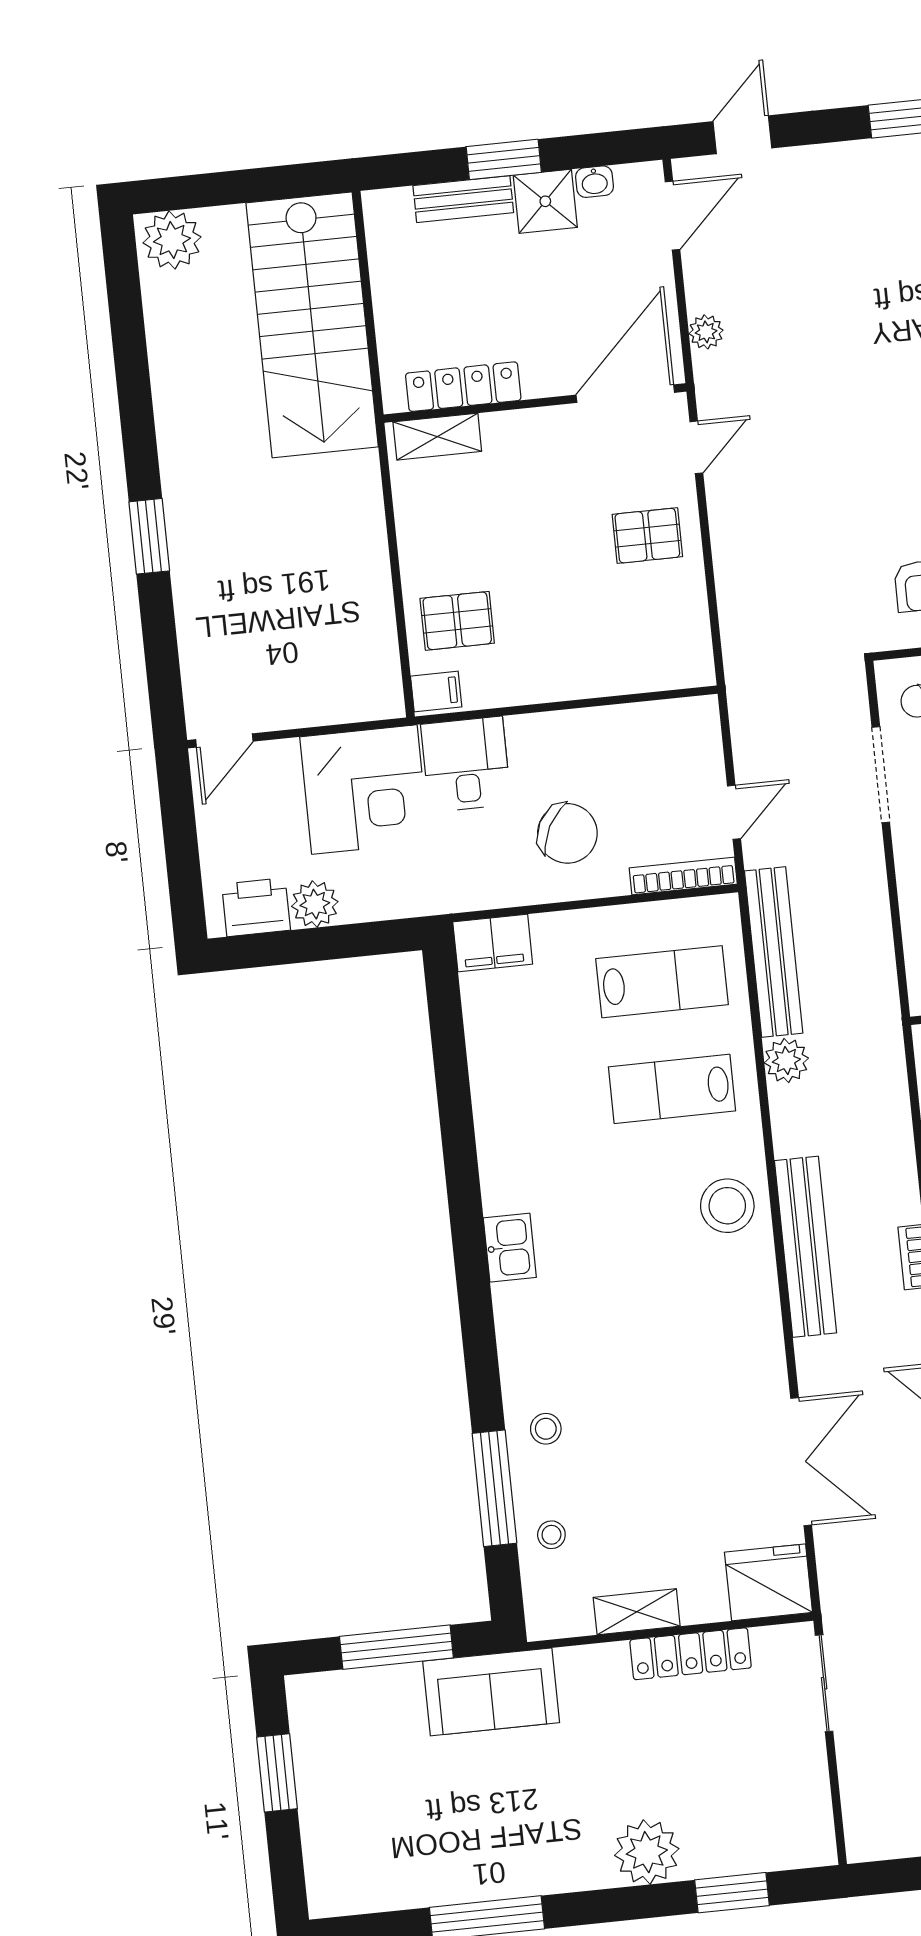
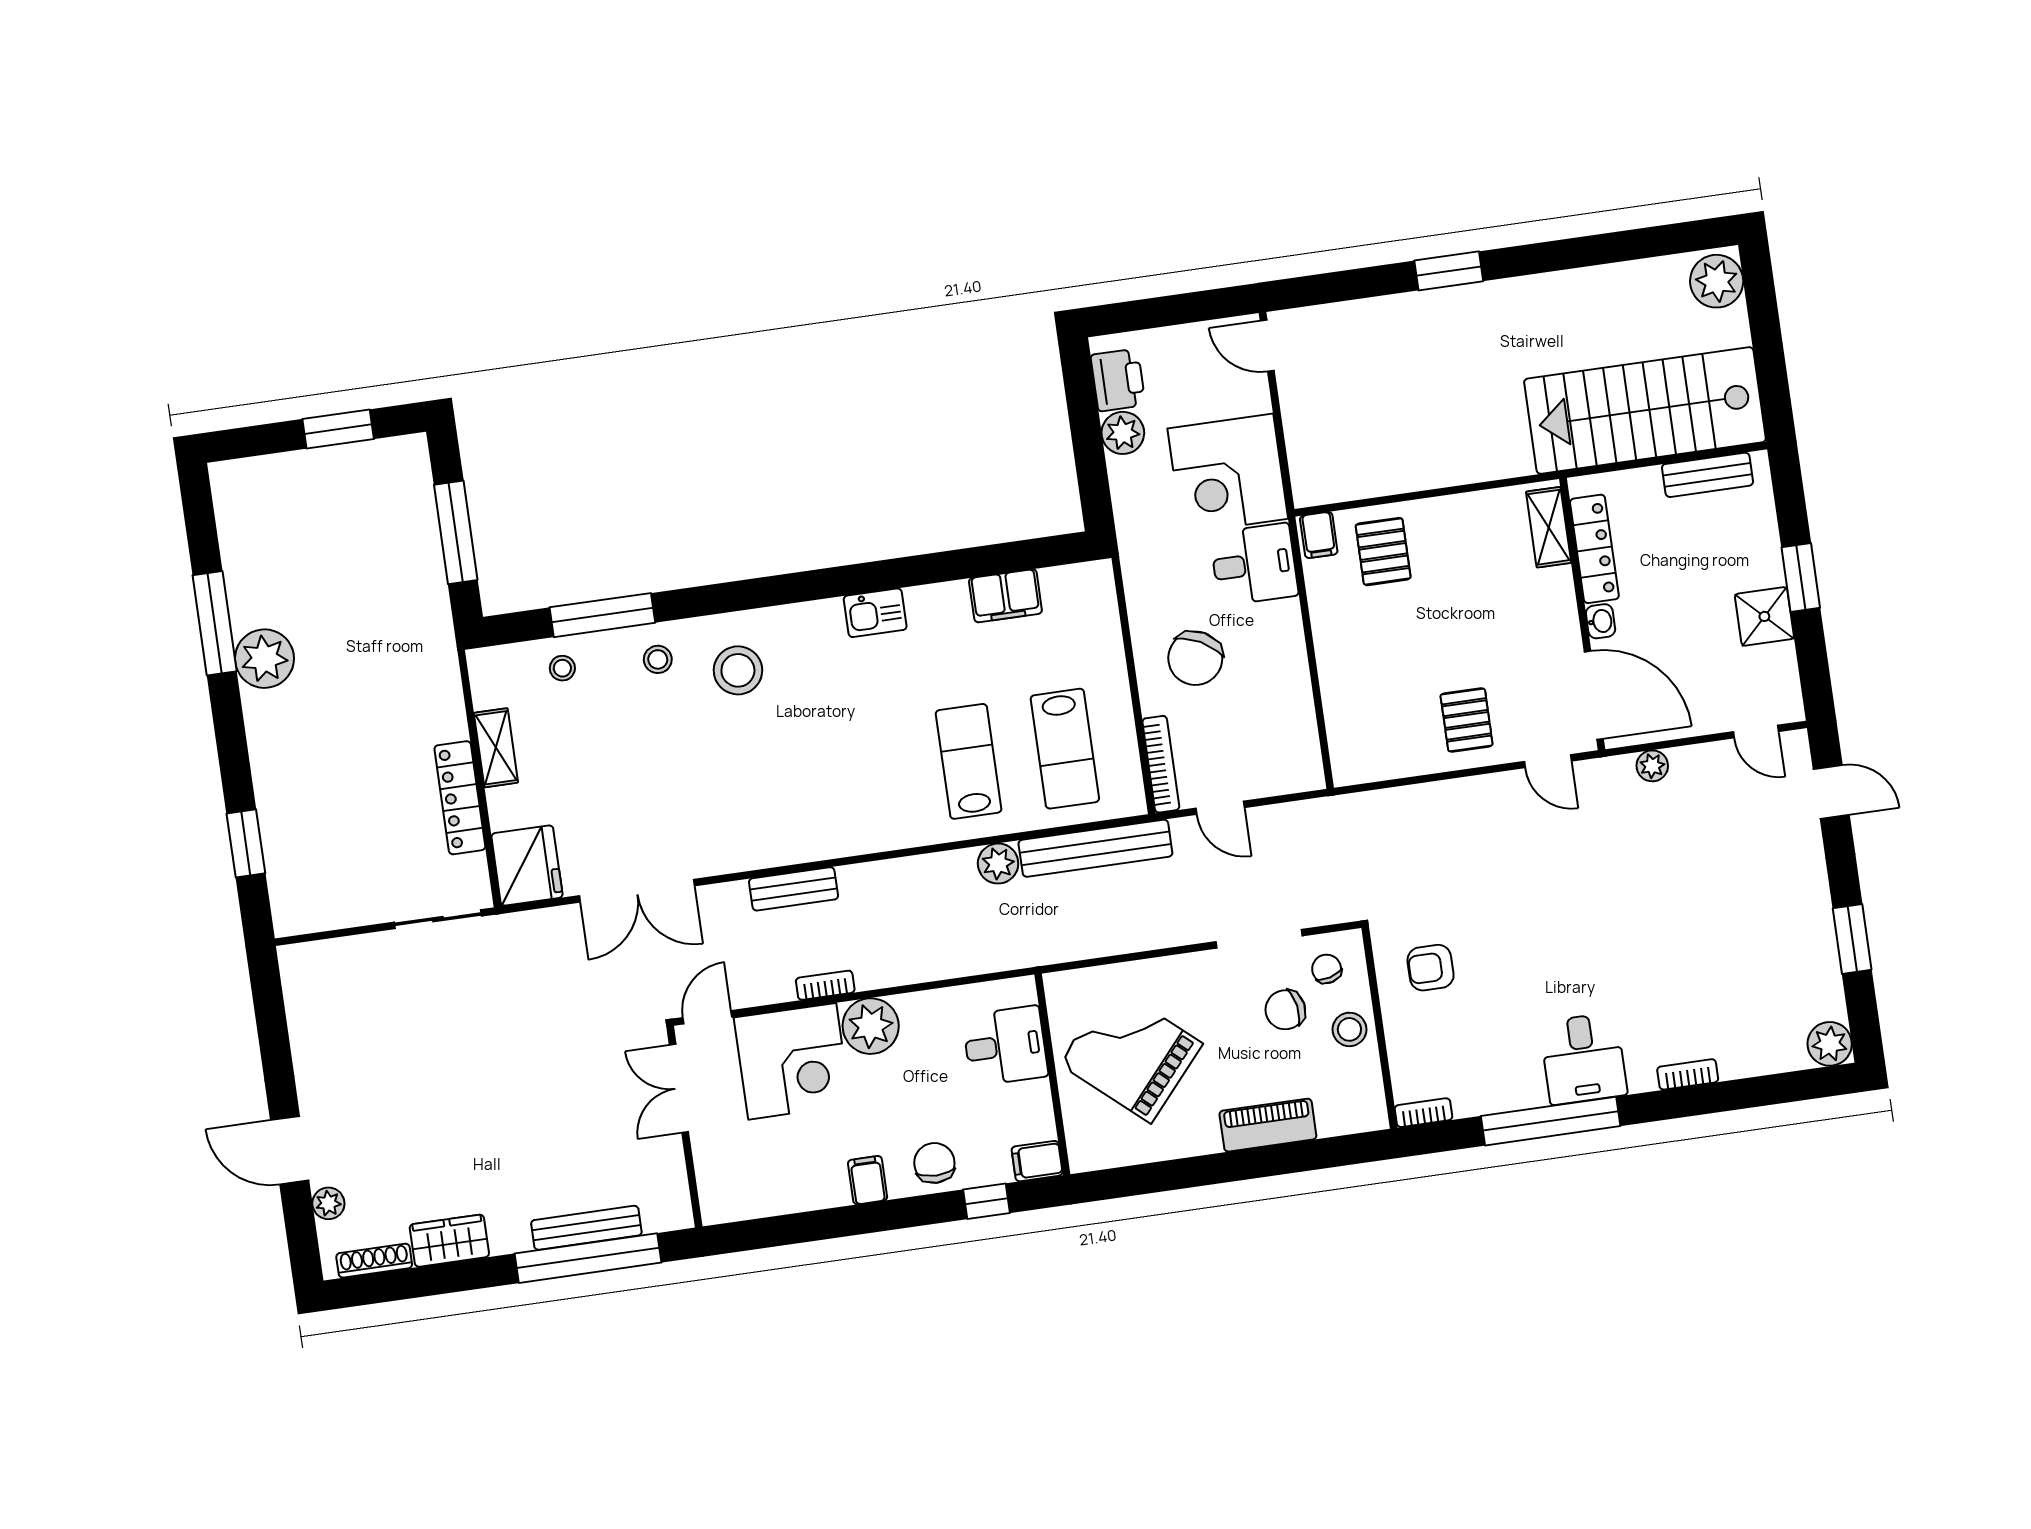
washbasin: (595, 182) -> (1601, 621), moved, turned 180
bench: (463, 199) -> (1707, 475), moved, turned 90
door: (672, 216) -> (1756, 732), width x0.73
filing cabinet: (493, 943) -> (1005, 596), moved, turned -90
stool: (727, 1206) -> (738, 670), moved
bench: (805, 1247) -> (794, 889), width x0.54, depth x0.82
kitchen sink: (510, 1248) -> (875, 613), moved
sofa: (491, 1692) -> (419, 619), removed
plant: (647, 1852) -> (264, 659), moved

